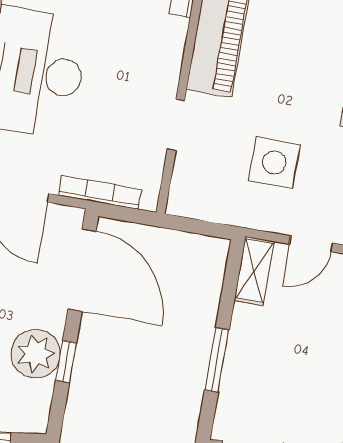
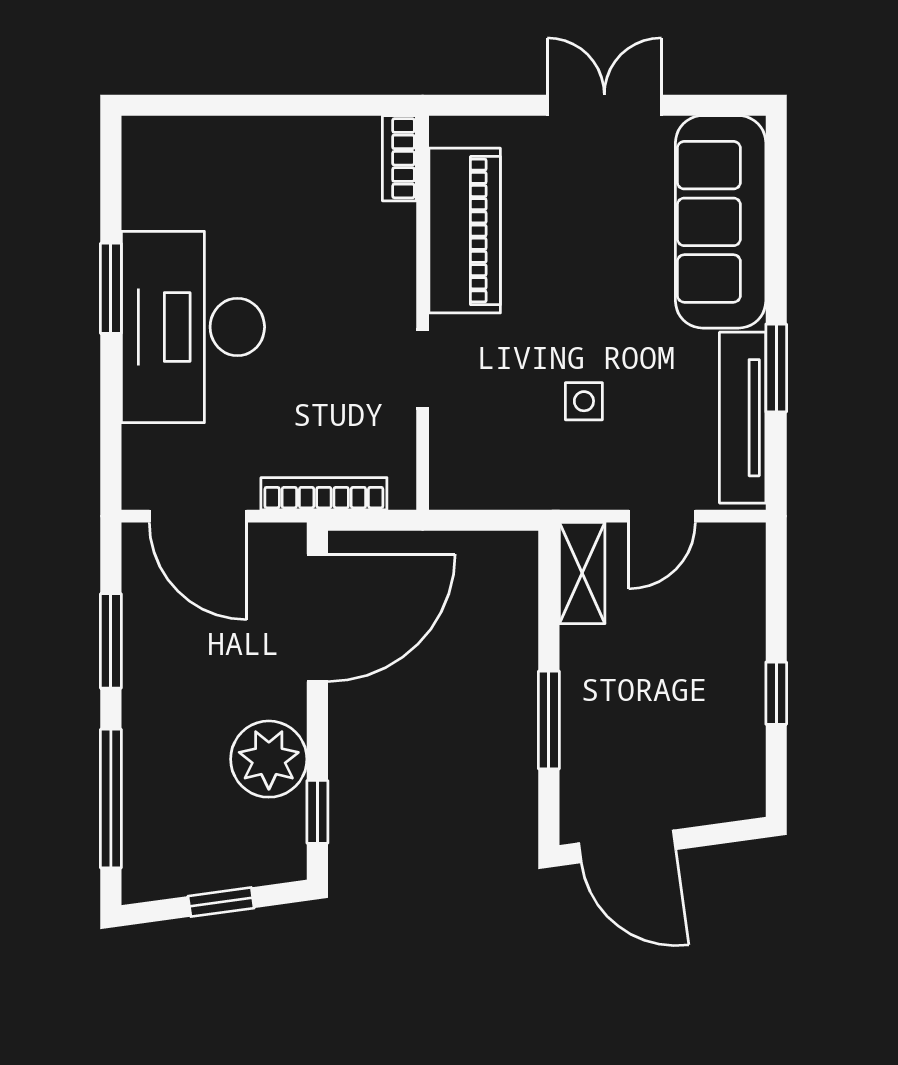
side table: (274, 163) -> (584, 401), width x0.54, depth x0.54
door: (82, 270) -> (317, 618), hinge flipped
window: (66, 362) -> (317, 812), moved

